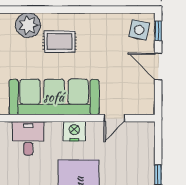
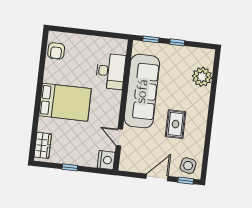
rug: (59, 42) -> (176, 124), moved
nightstand: (74, 131) -> (106, 160), moved
desk: (28, 138) -> (111, 71), width x1.37

